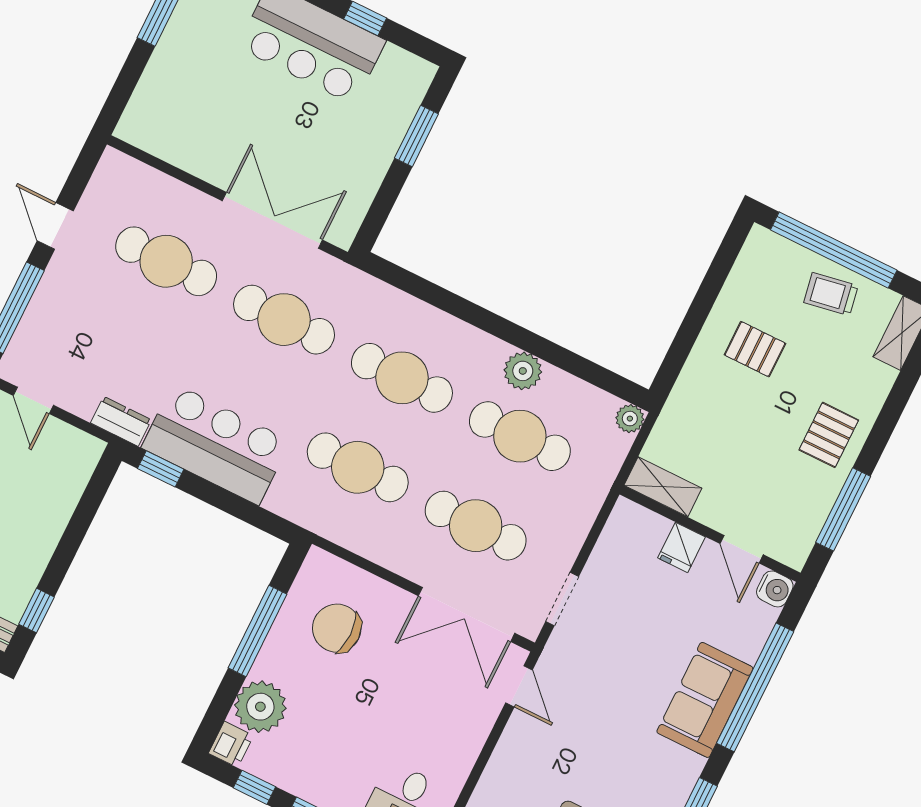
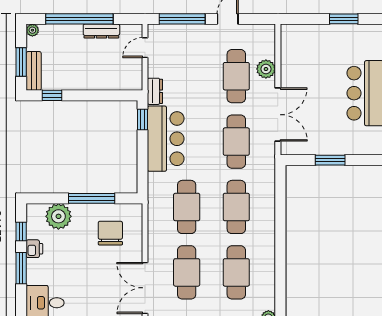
window: (416, 136) -> (330, 160), moved
plant: (523, 371) -> (266, 69), moved
printer: (231, 744) -> (34, 249), moved, turned -90

